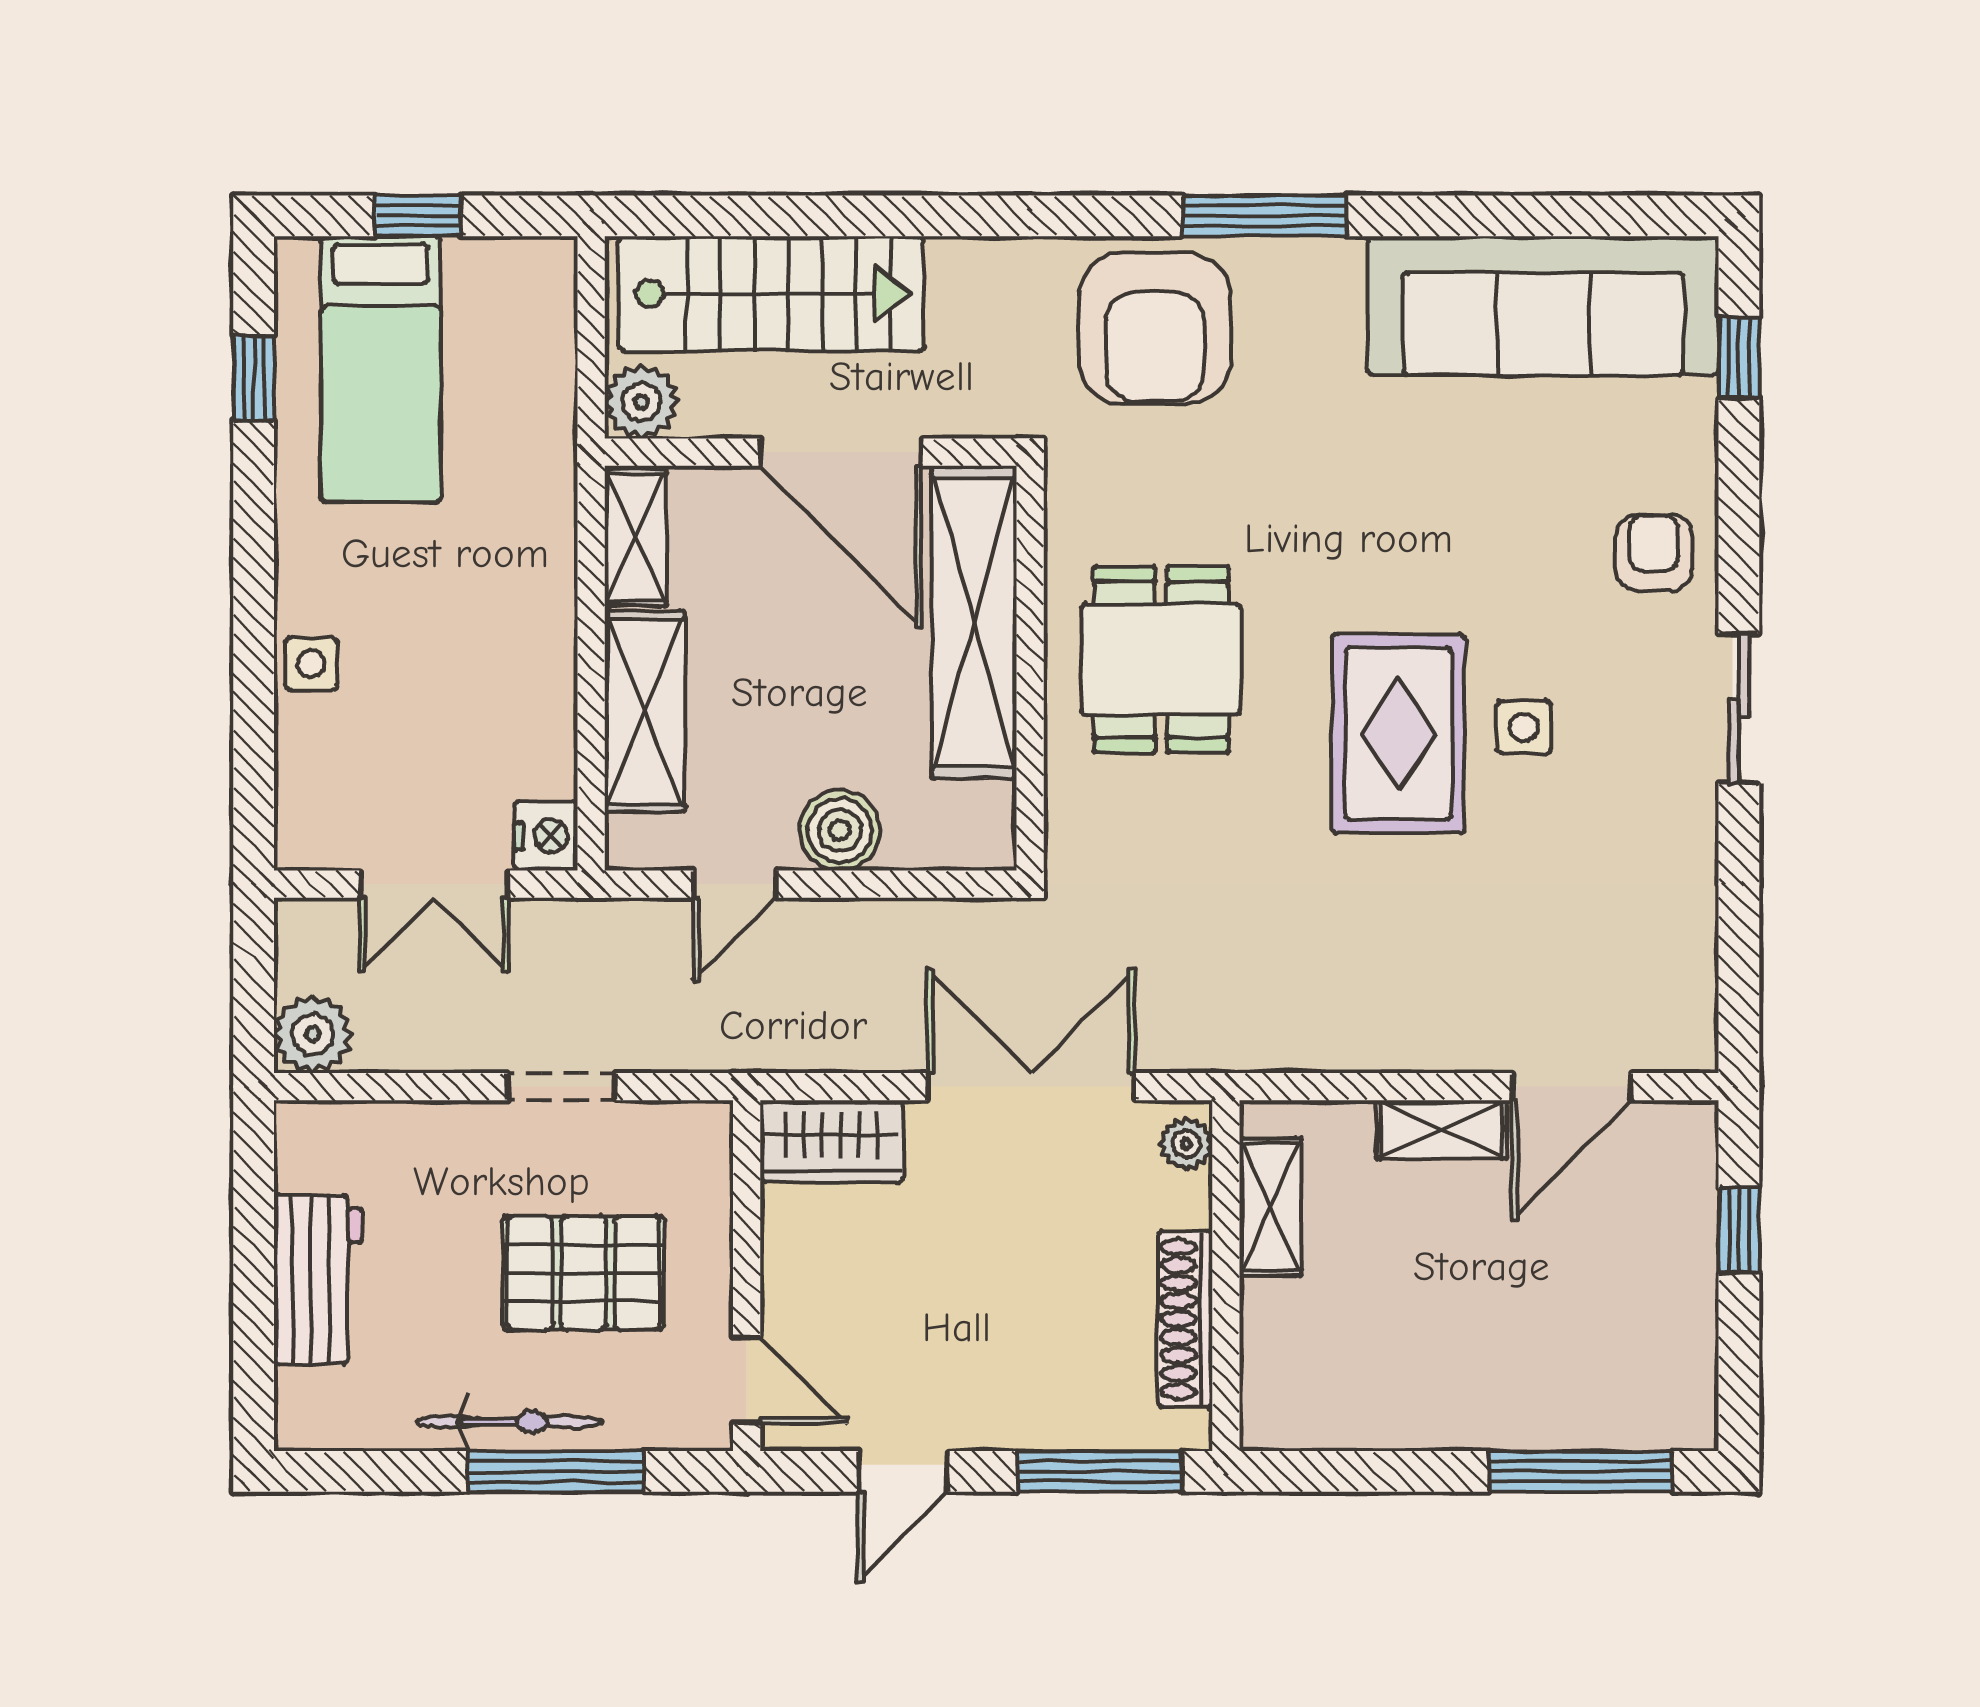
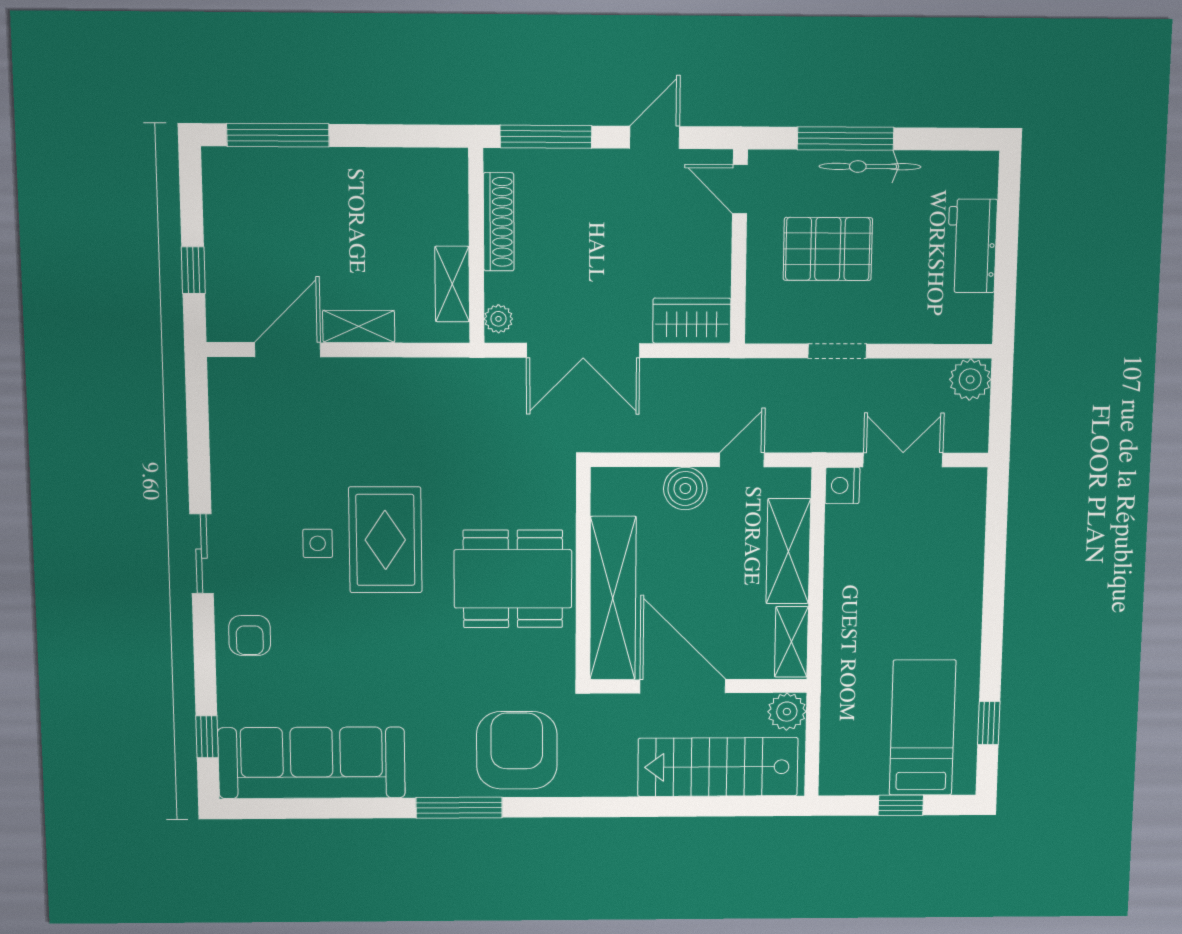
dining table: (1161, 660) -> (513, 579), width x1.38
side table: (311, 664) -> (964, 576), removed

